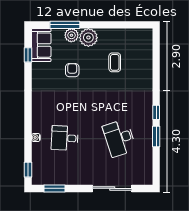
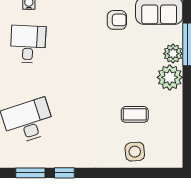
side table: (141, 62) -> (135, 152), added
armchair: (72, 70) -> (117, 20), moved

